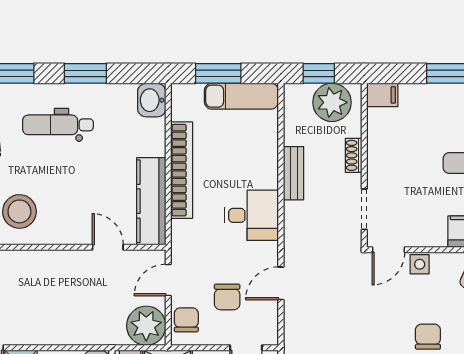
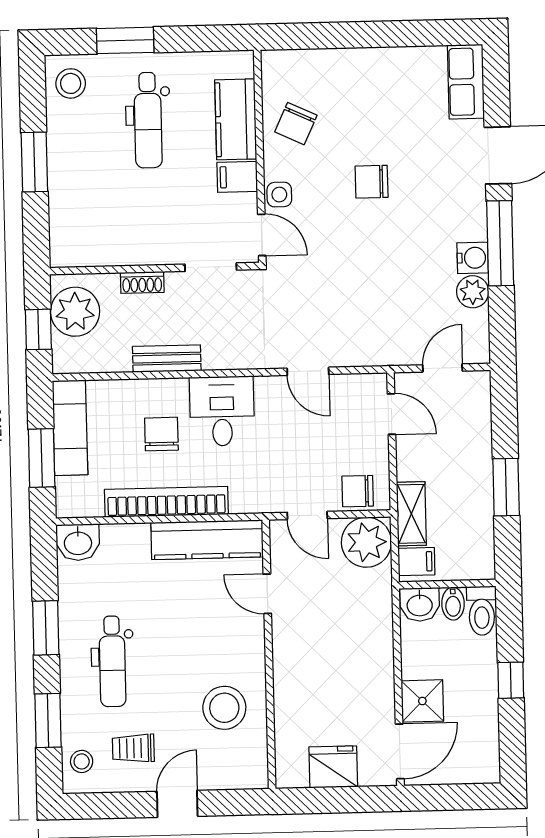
filing cabinet: (382, 95) -> (237, 177), moved, turned -90
door: (108, 247) -> (267, 594), hinge flipped
chair: (227, 297) -> (161, 434), moved, turned -90

